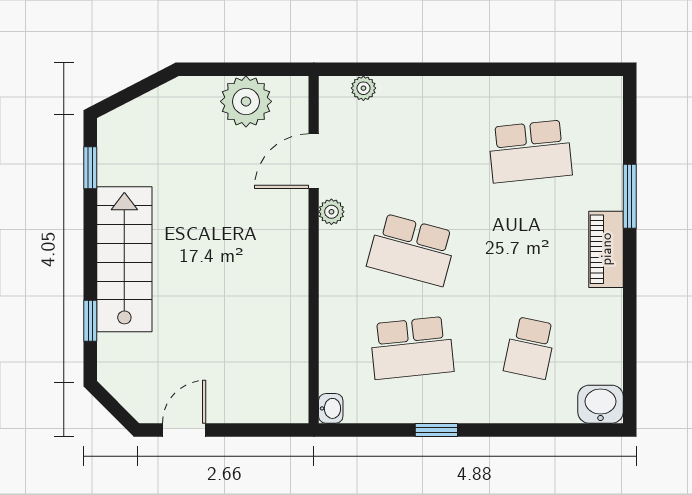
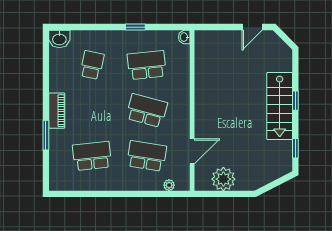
school desk: (412, 151) -> (147, 156), added
plant: (331, 212) -> (184, 128), removed
window: (90, 321) -> (295, 101), moved

